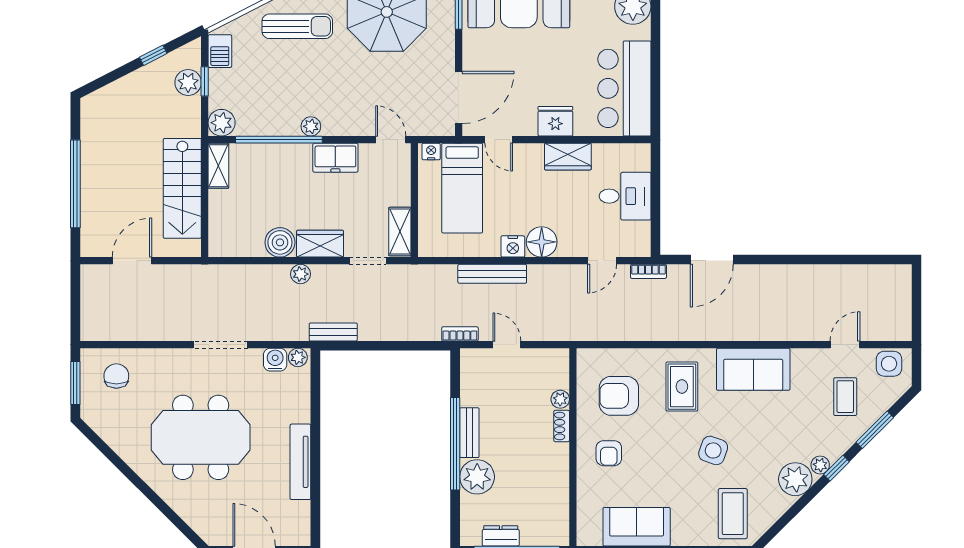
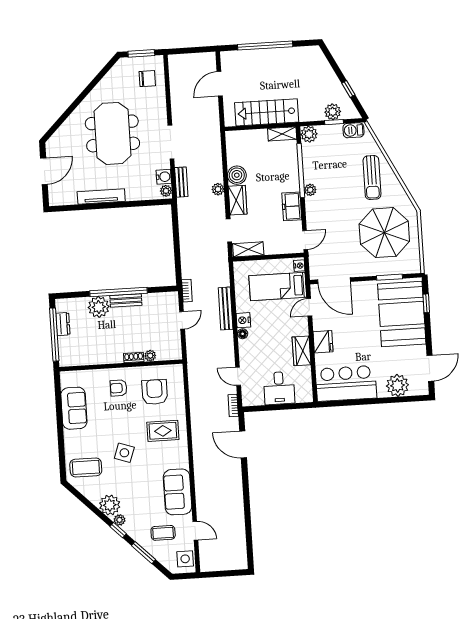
floor lamp: (542, 242) -> (243, 334), width x0.53, depth x0.53
door: (132, 261) -> (220, 84), swing flipped
bench: (333, 332) -> (181, 182), moved
sofa: (753, 369) -> (178, 492), moved

